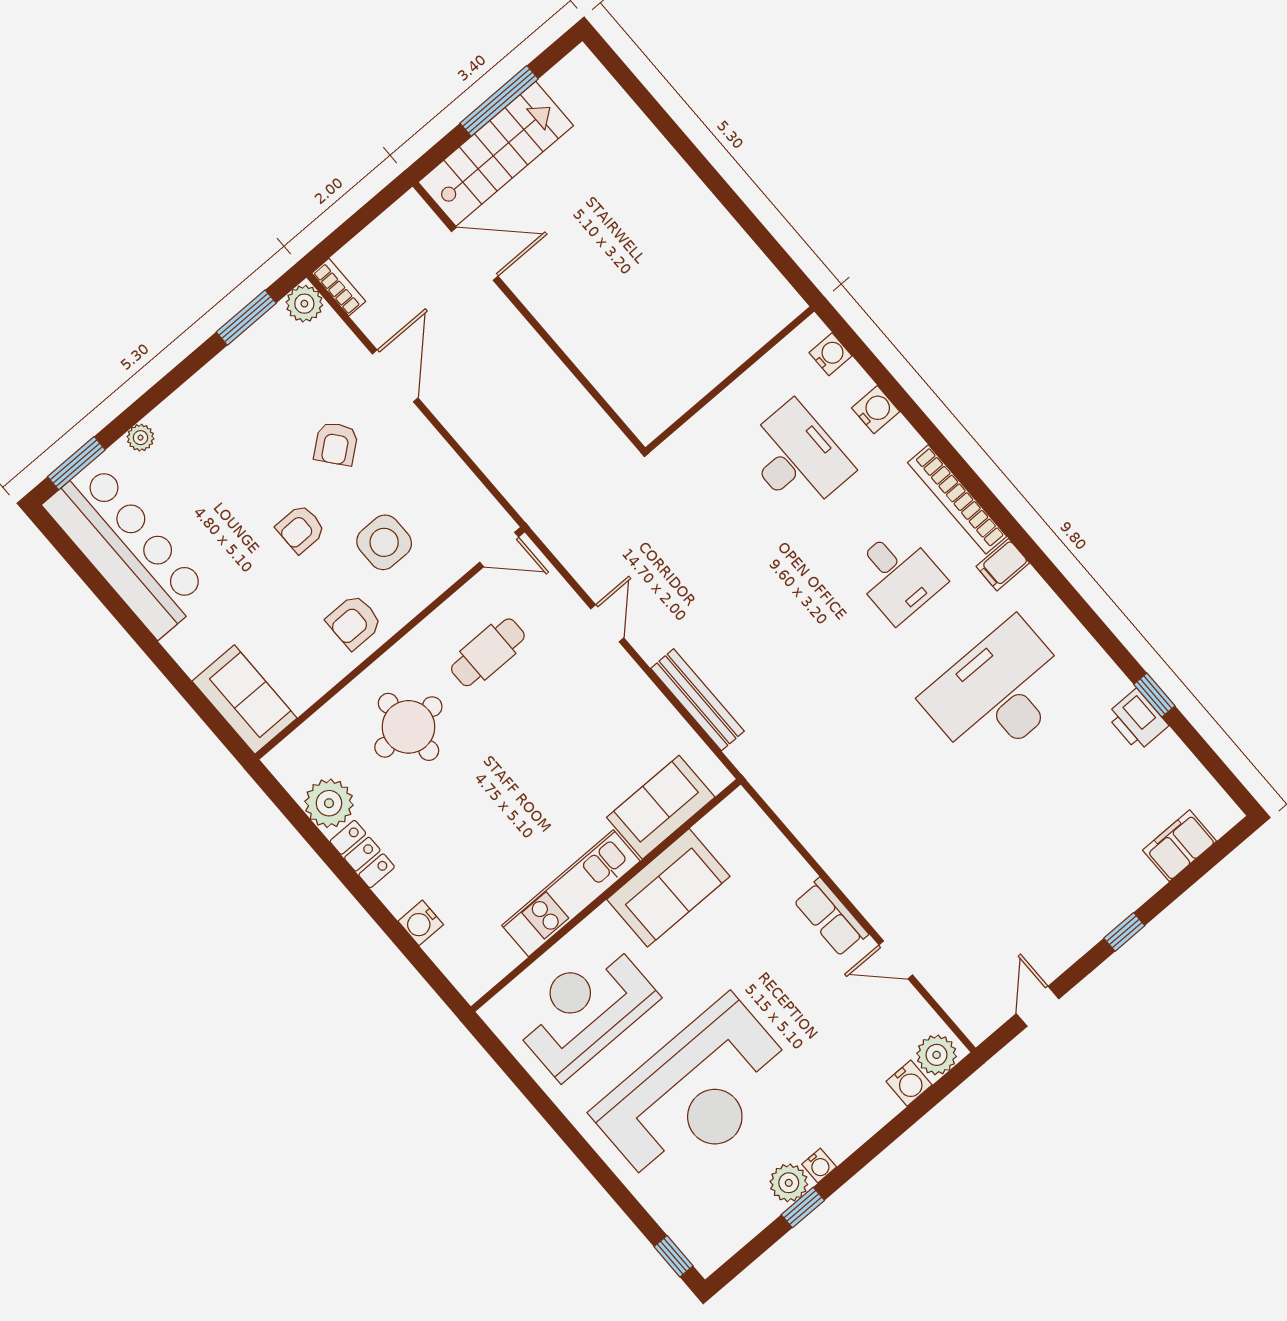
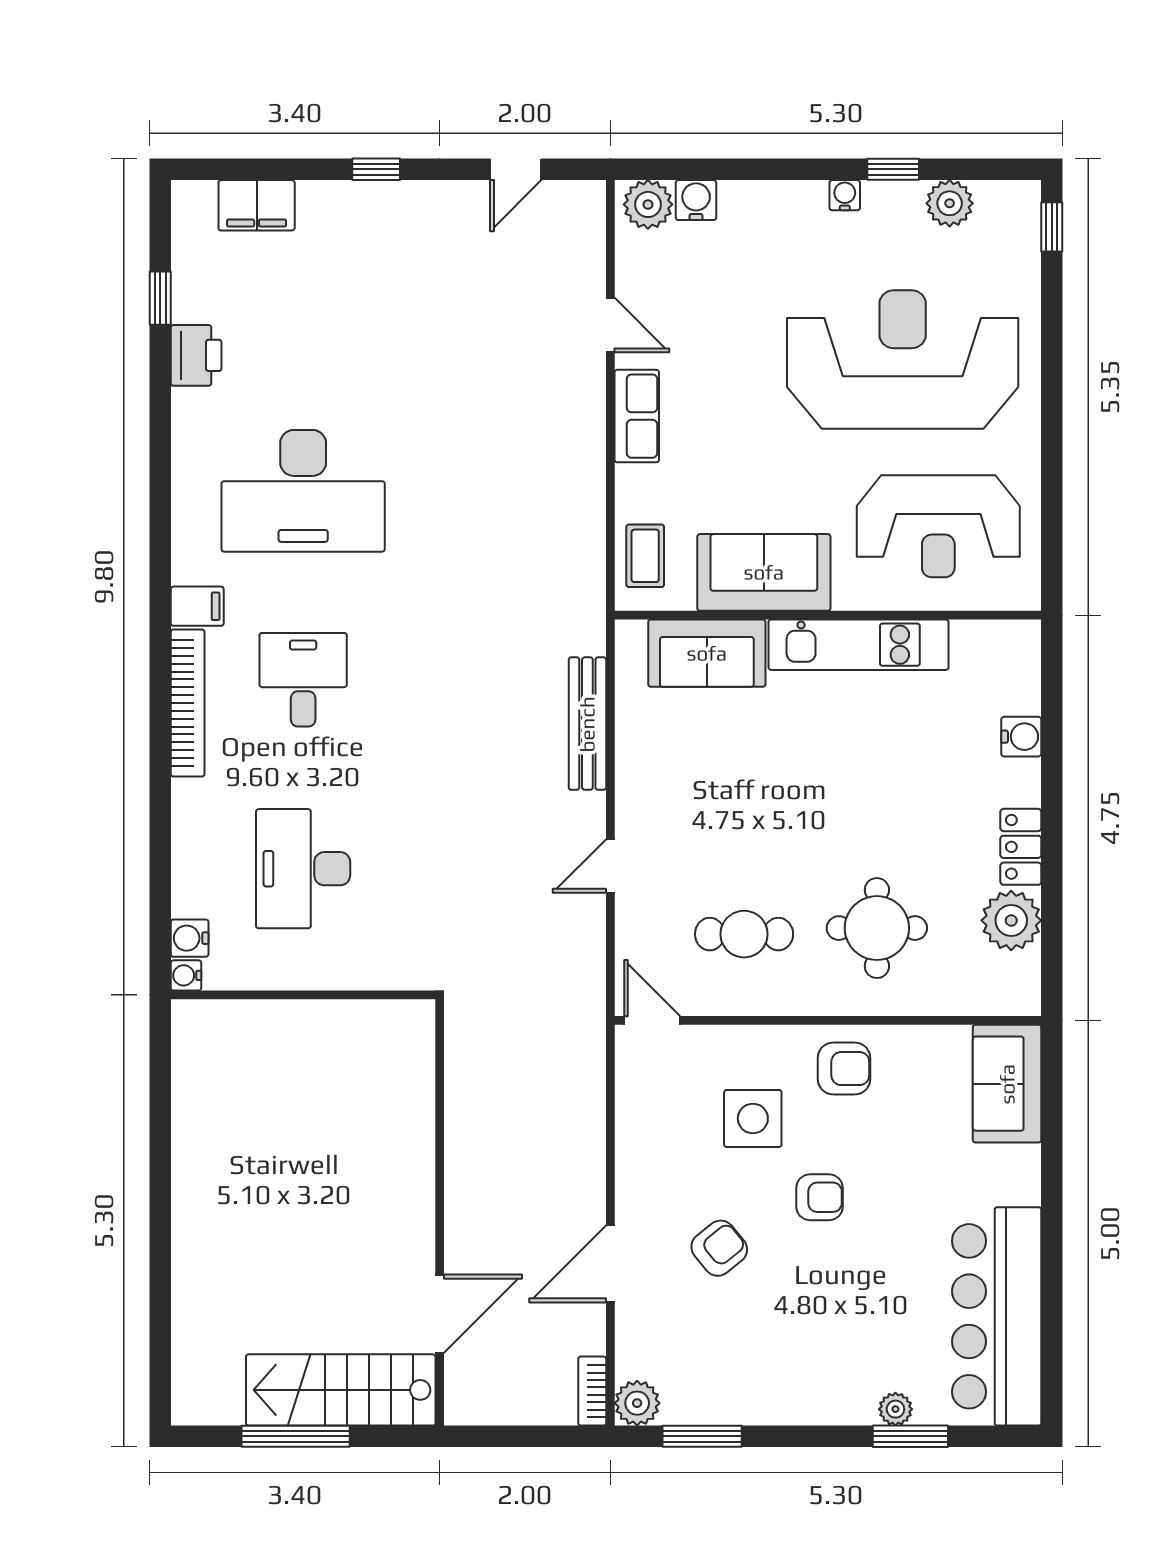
door: (475, 254) -> (440, 1314), swing flipped
water cooler: (876, 410) -> (186, 975), moved, width x0.72, depth x0.72
window: (76, 463) -> (910, 1436), moved
window: (1154, 695) -> (160, 298), moved
coffee table: (751, 835) -> (645, 556), added
plant: (789, 1183) -> (950, 203), moved

